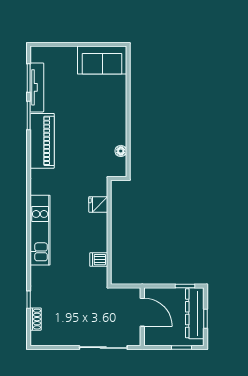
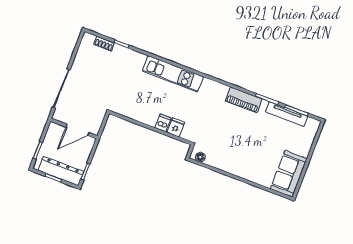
piano: (42, 141) -> (244, 100), width x0.73, depth x0.75
floor lamp: (121, 151) -> (200, 157), moved
dishwasher: (99, 260) -> (163, 123), moved

